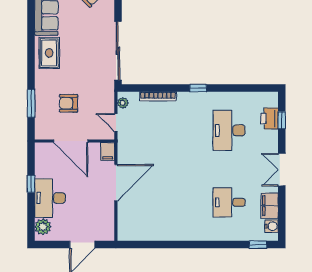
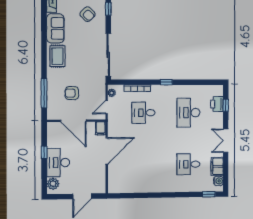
window: (31, 103) -> (44, 93), width x1.44
door: (116, 123) -> (107, 107), hinge flipped
desk: (166, 130) -> (143, 113), added

